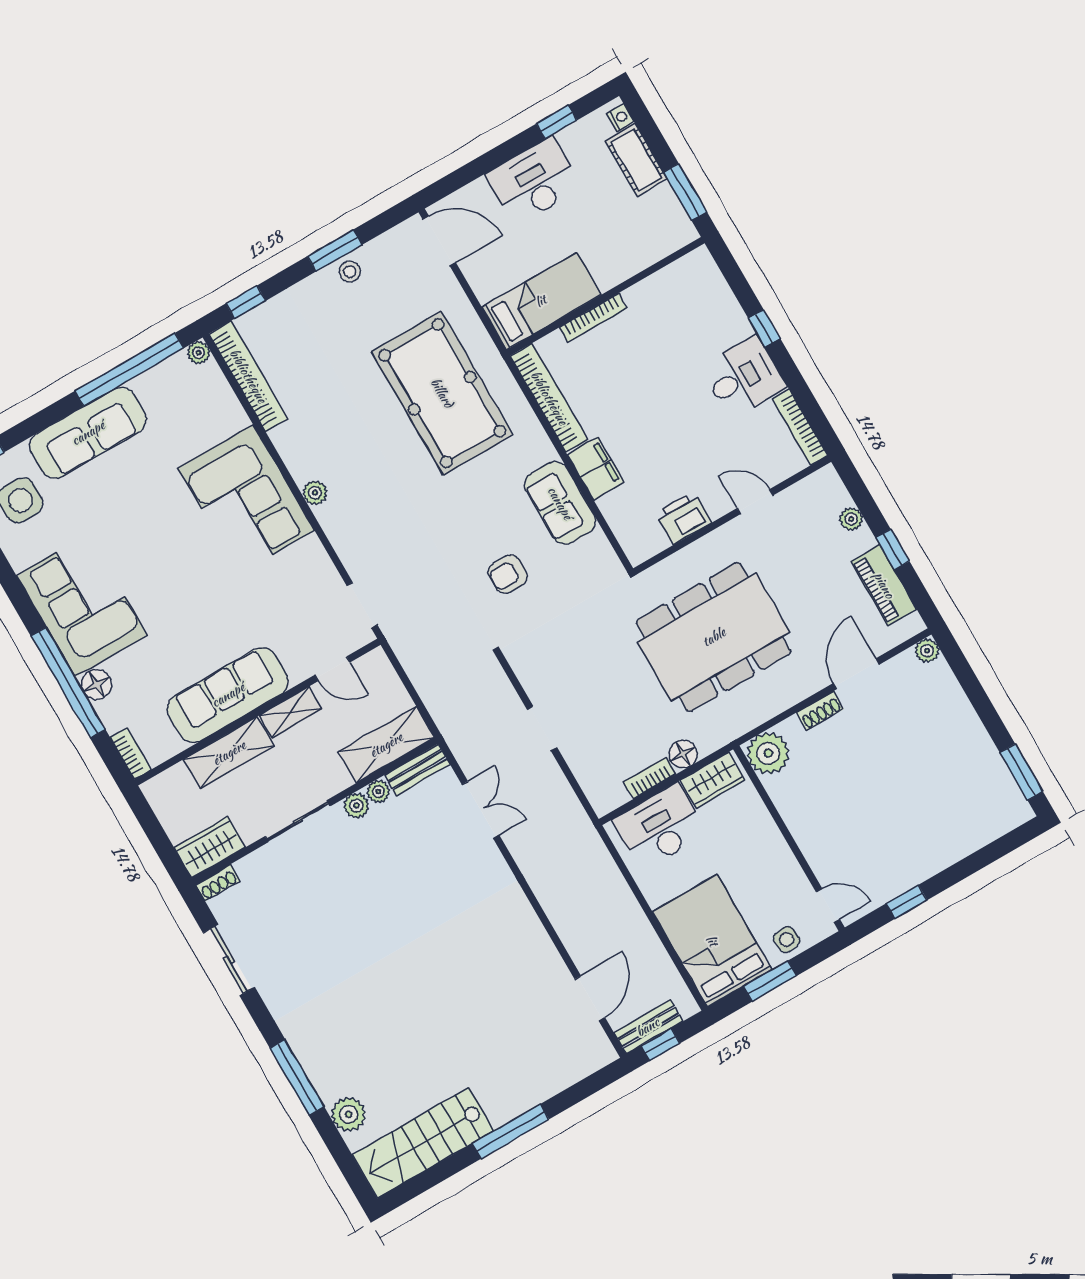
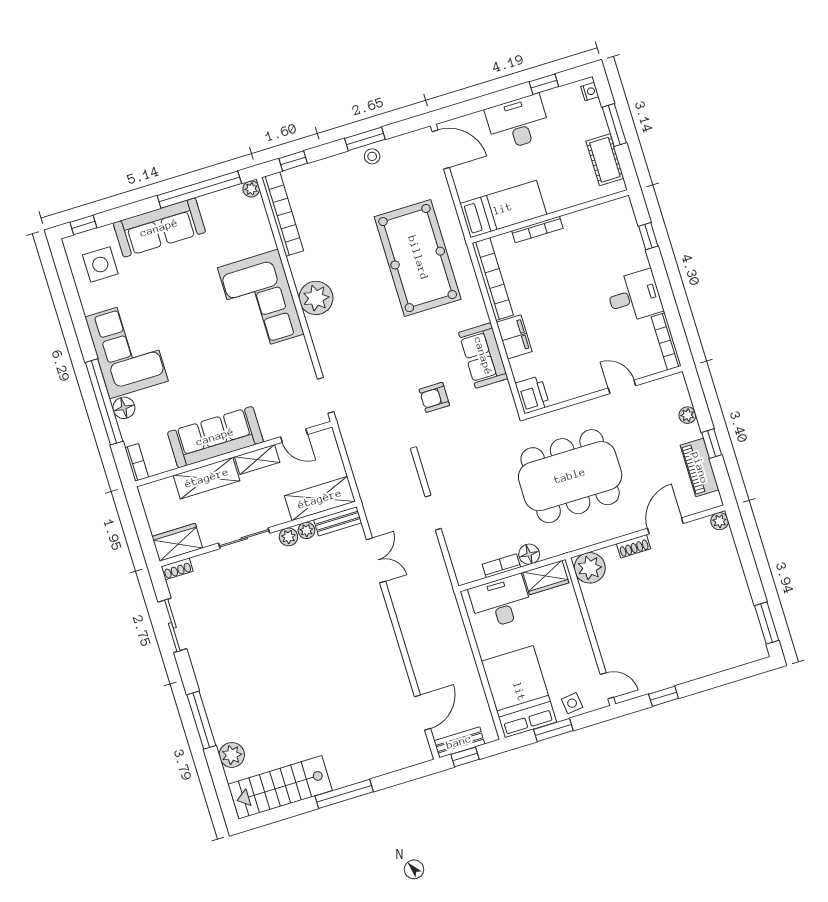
cot: (636, 160) -> (605, 160), moved
window: (685, 192) -> (614, 125), moved
window: (764, 328) -> (648, 236), moved
plant: (315, 493) -> (316, 298), width x1.87, depth x1.87
printer: (683, 518) -> (532, 395), moved, turned 90

